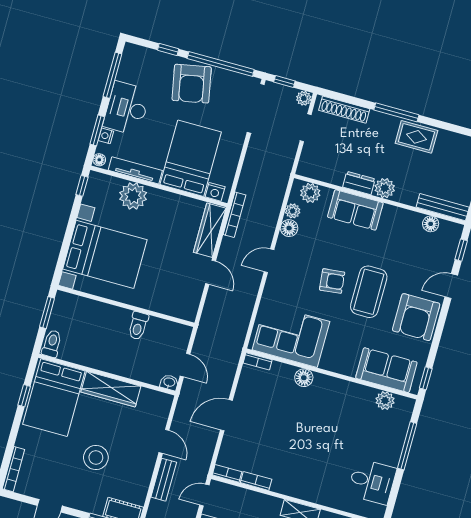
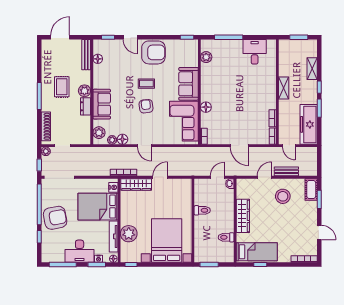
rug: (416, 137) -> (62, 87), moved
coffee table: (369, 292) -> (146, 84), width x0.54, depth x0.58
toilet: (52, 344) -> (226, 237), moved
sofa: (386, 370) -> (189, 84), moved
bed: (54, 398) -> (257, 252), width x0.67
stool: (96, 457) -> (283, 196), moved

